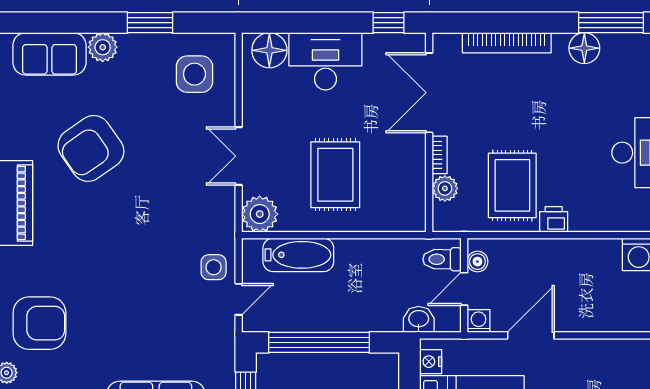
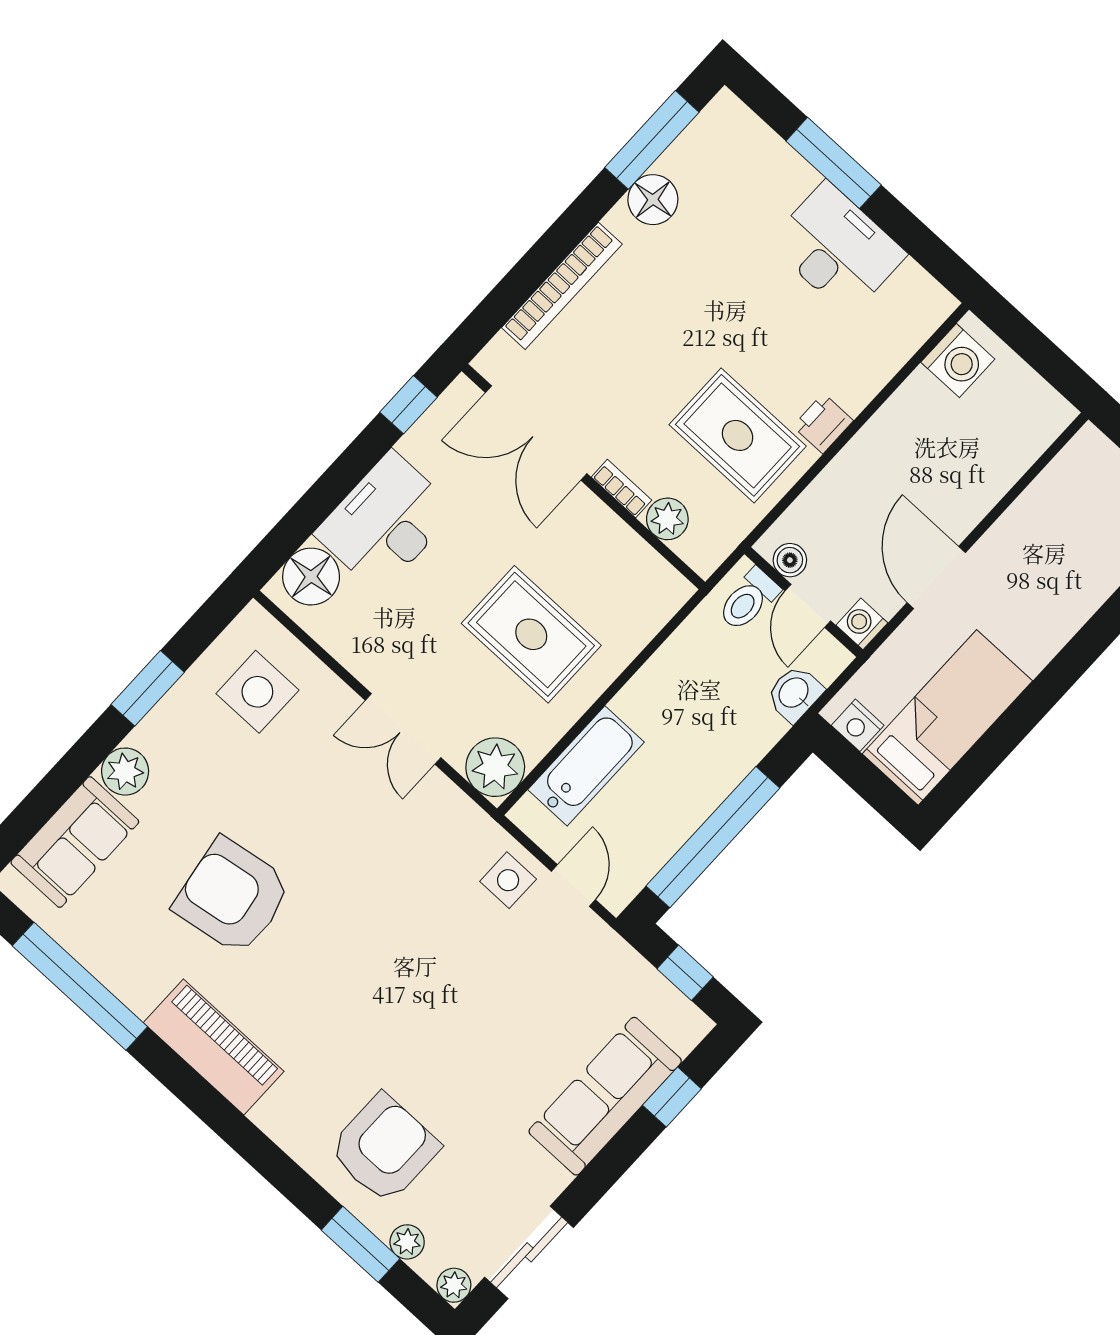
armchair: (91, 148) -> (233, 896), turned 116

